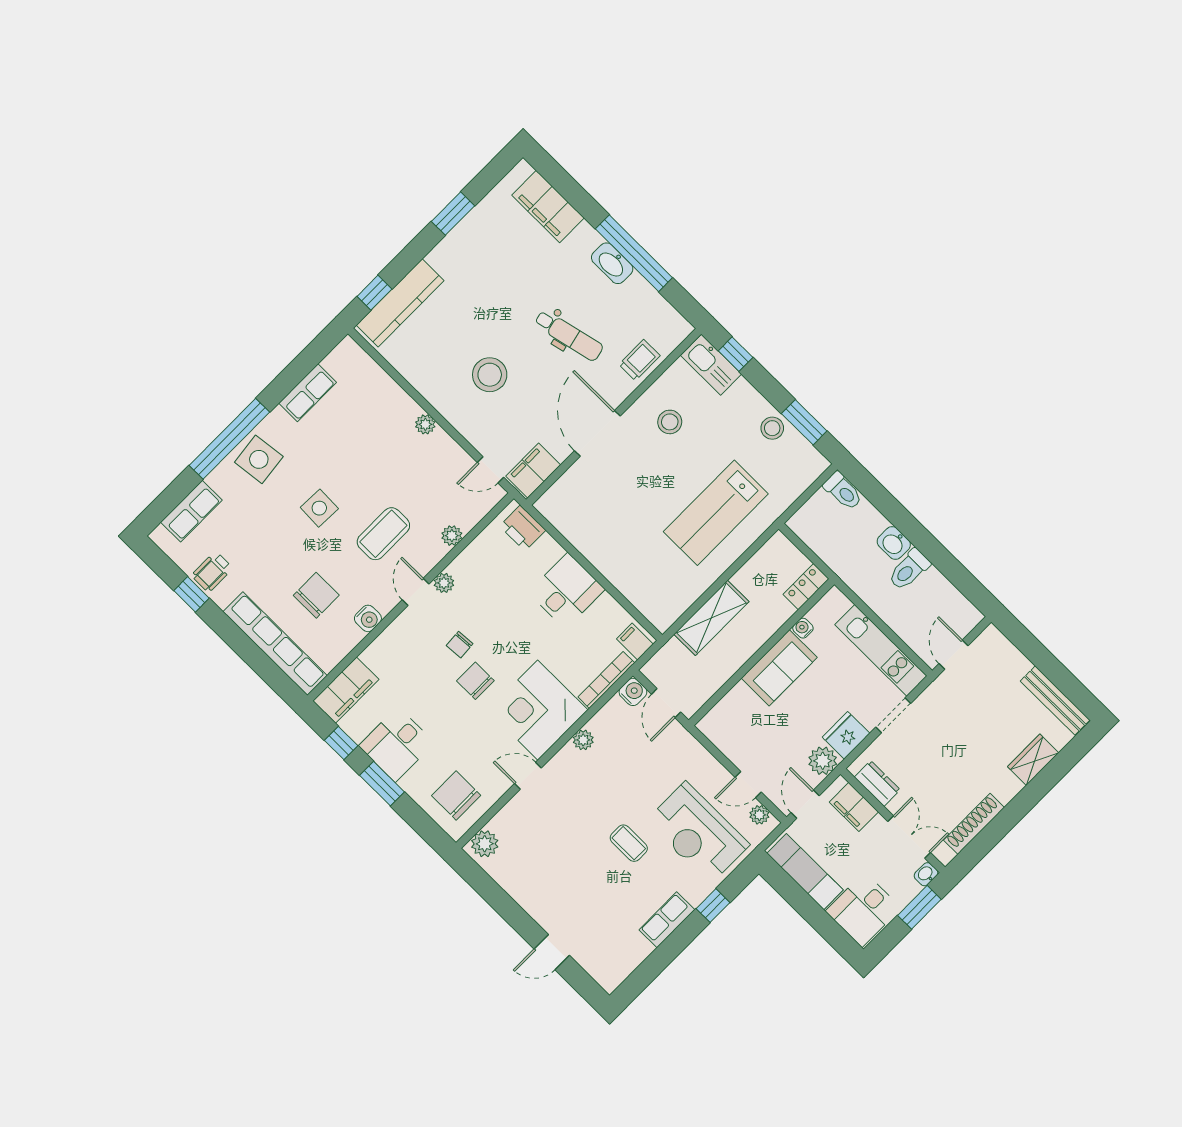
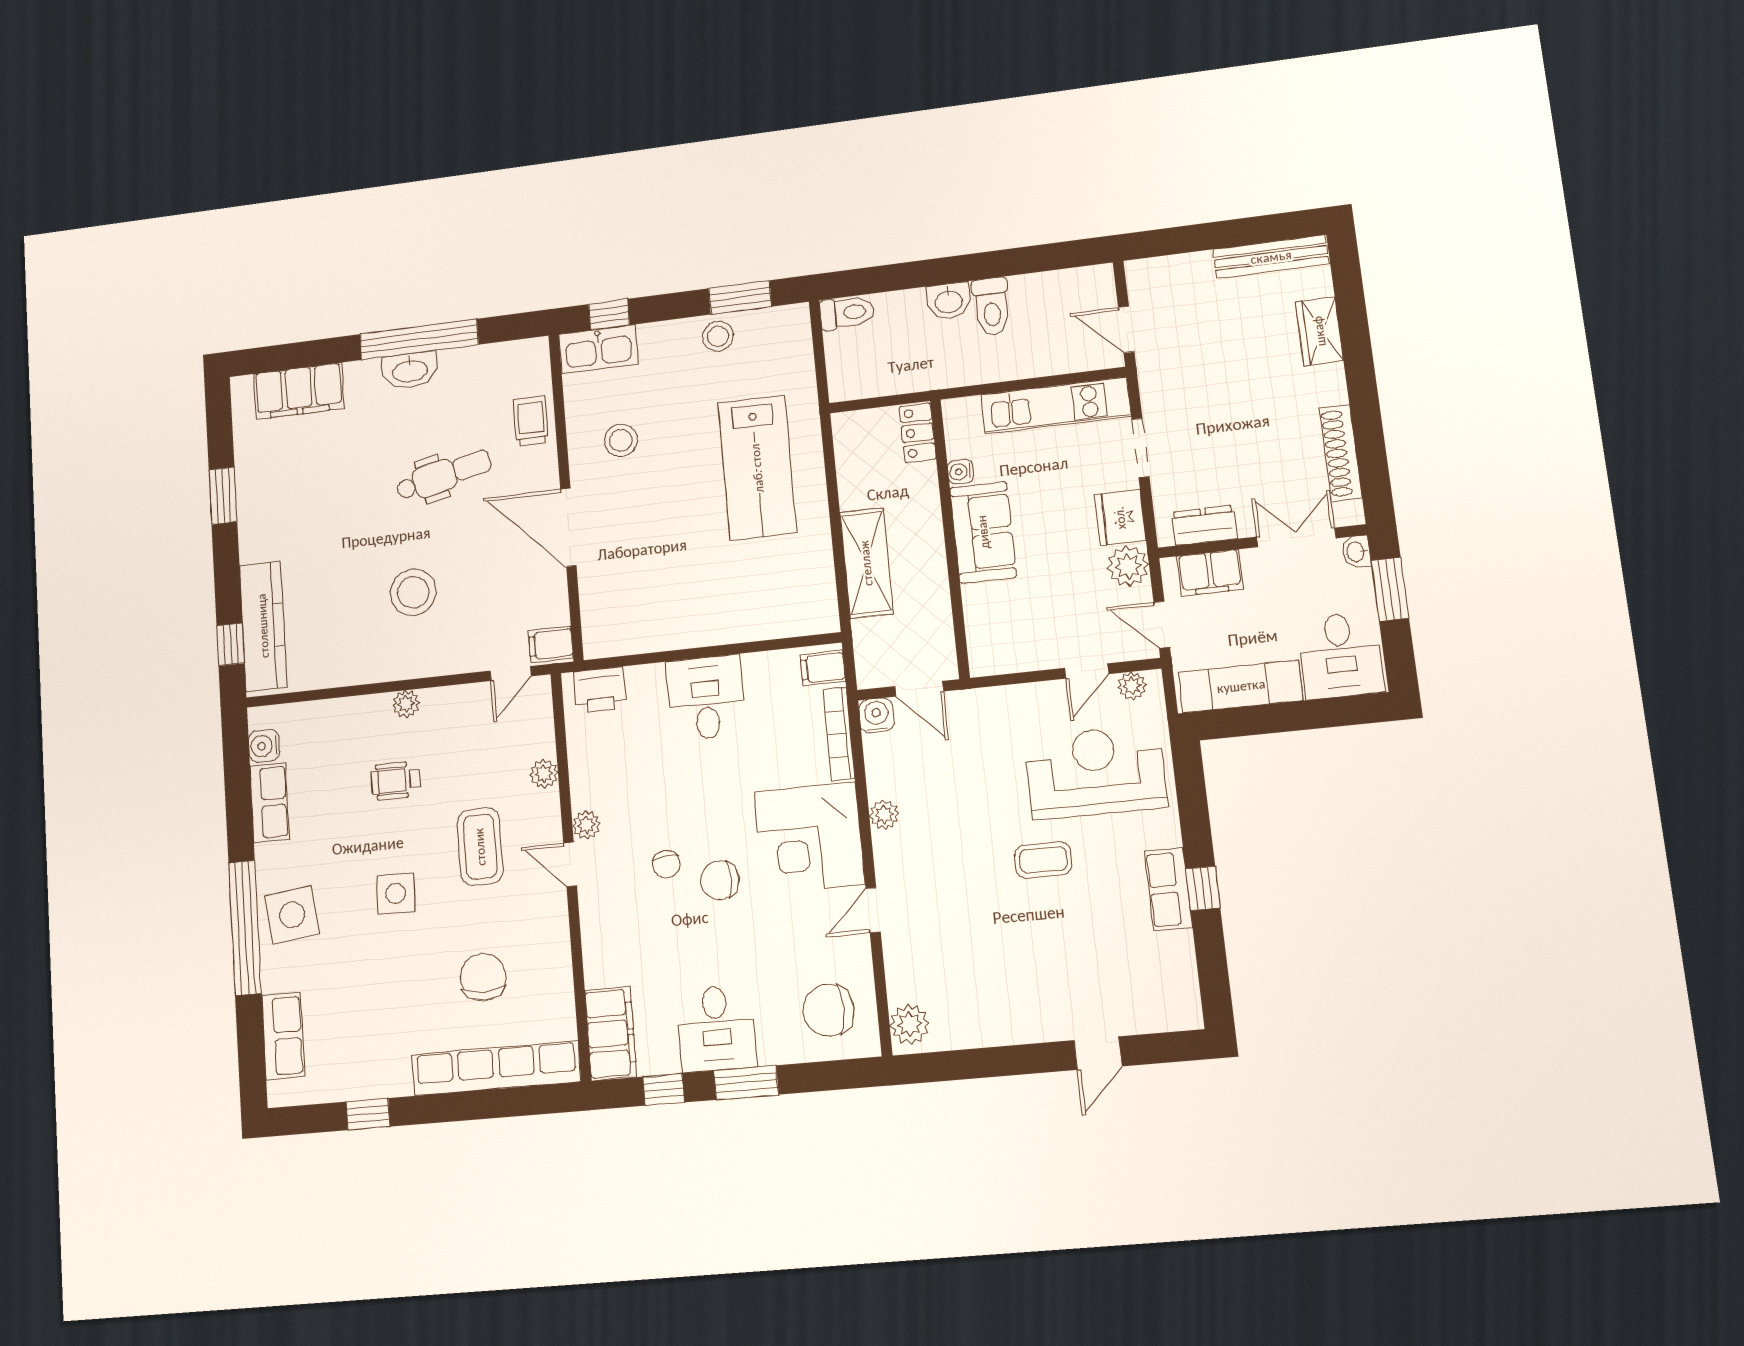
filing cabinet: (533, 471) -> (551, 644), width x0.50
wheelchair: (212, 572) -> (396, 781), moved, turned 90
water cooler: (368, 618) -> (264, 746), moved, turned 180
reception desk: (698, 833) -> (1096, 772), turned 180
window: (713, 906) -> (1203, 888), moved

